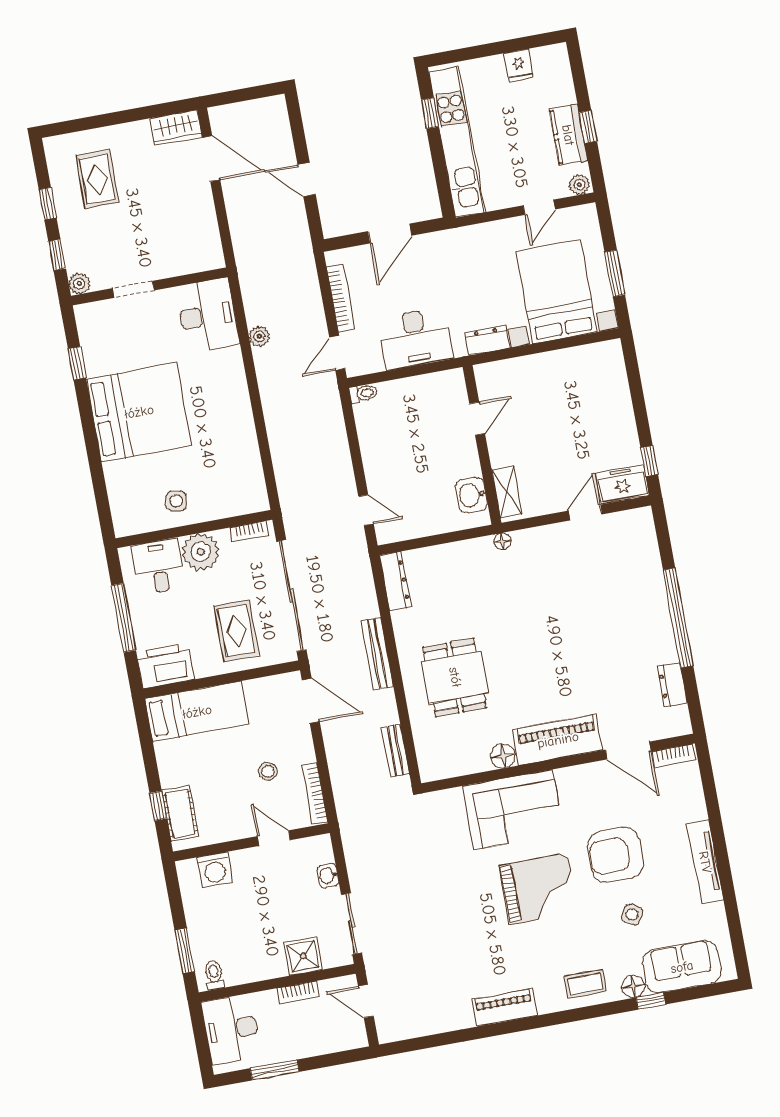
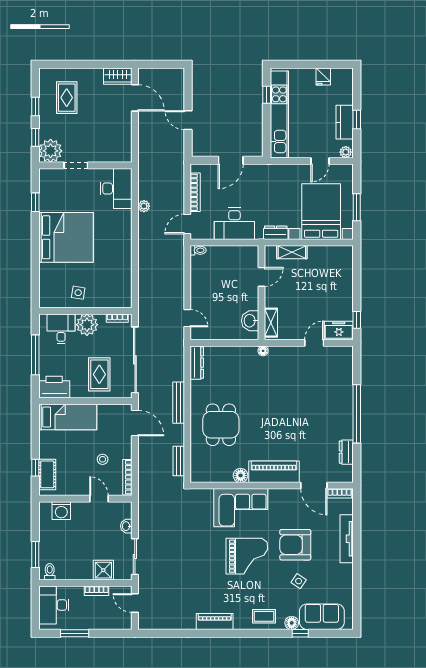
plant: (79, 284) -> (51, 151), width x1.88, depth x1.88
shelving: (520, 368) -> (292, 252), added
tv unit: (705, 862) -> (347, 539), moved

